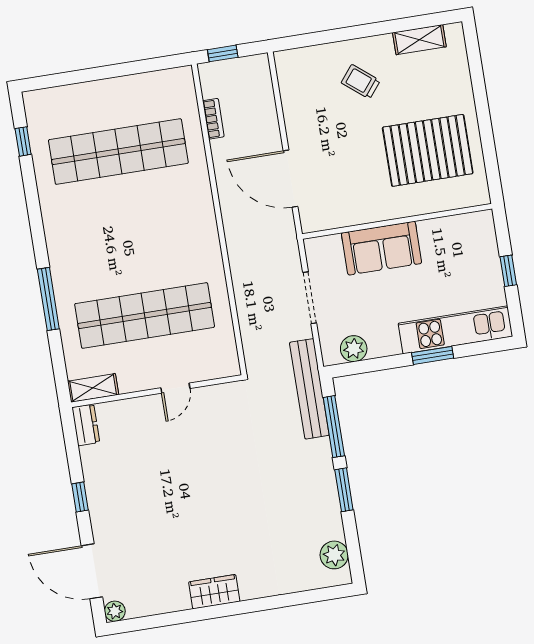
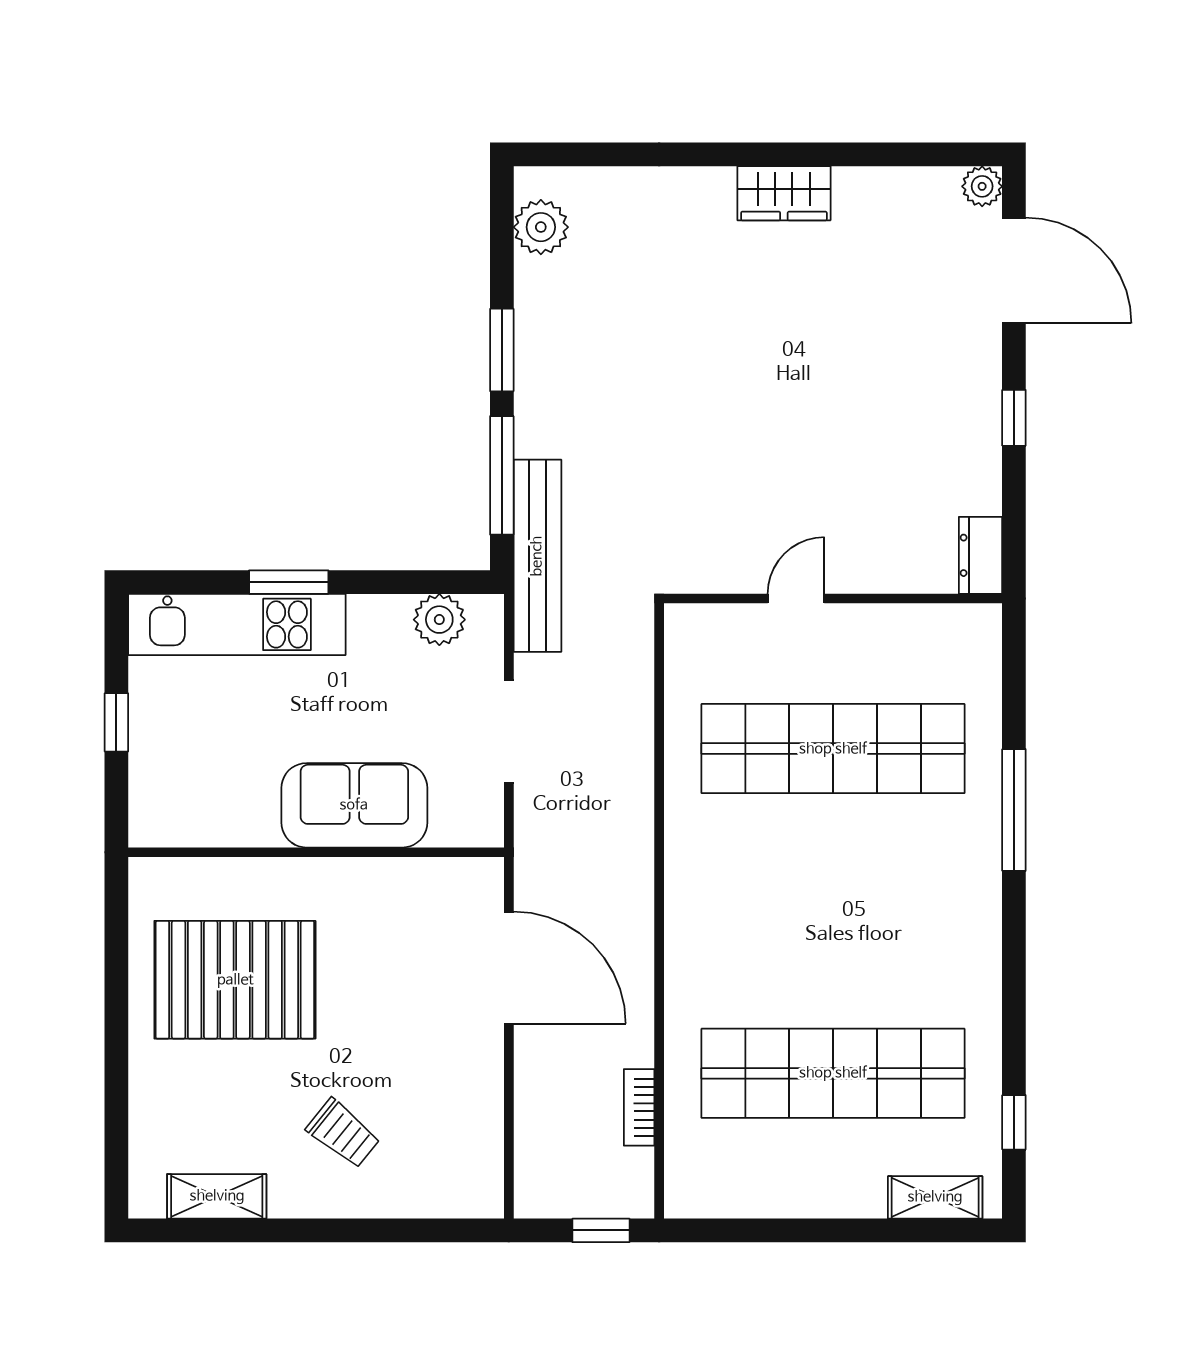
shelving: (93, 388) -> (935, 1197), moved

